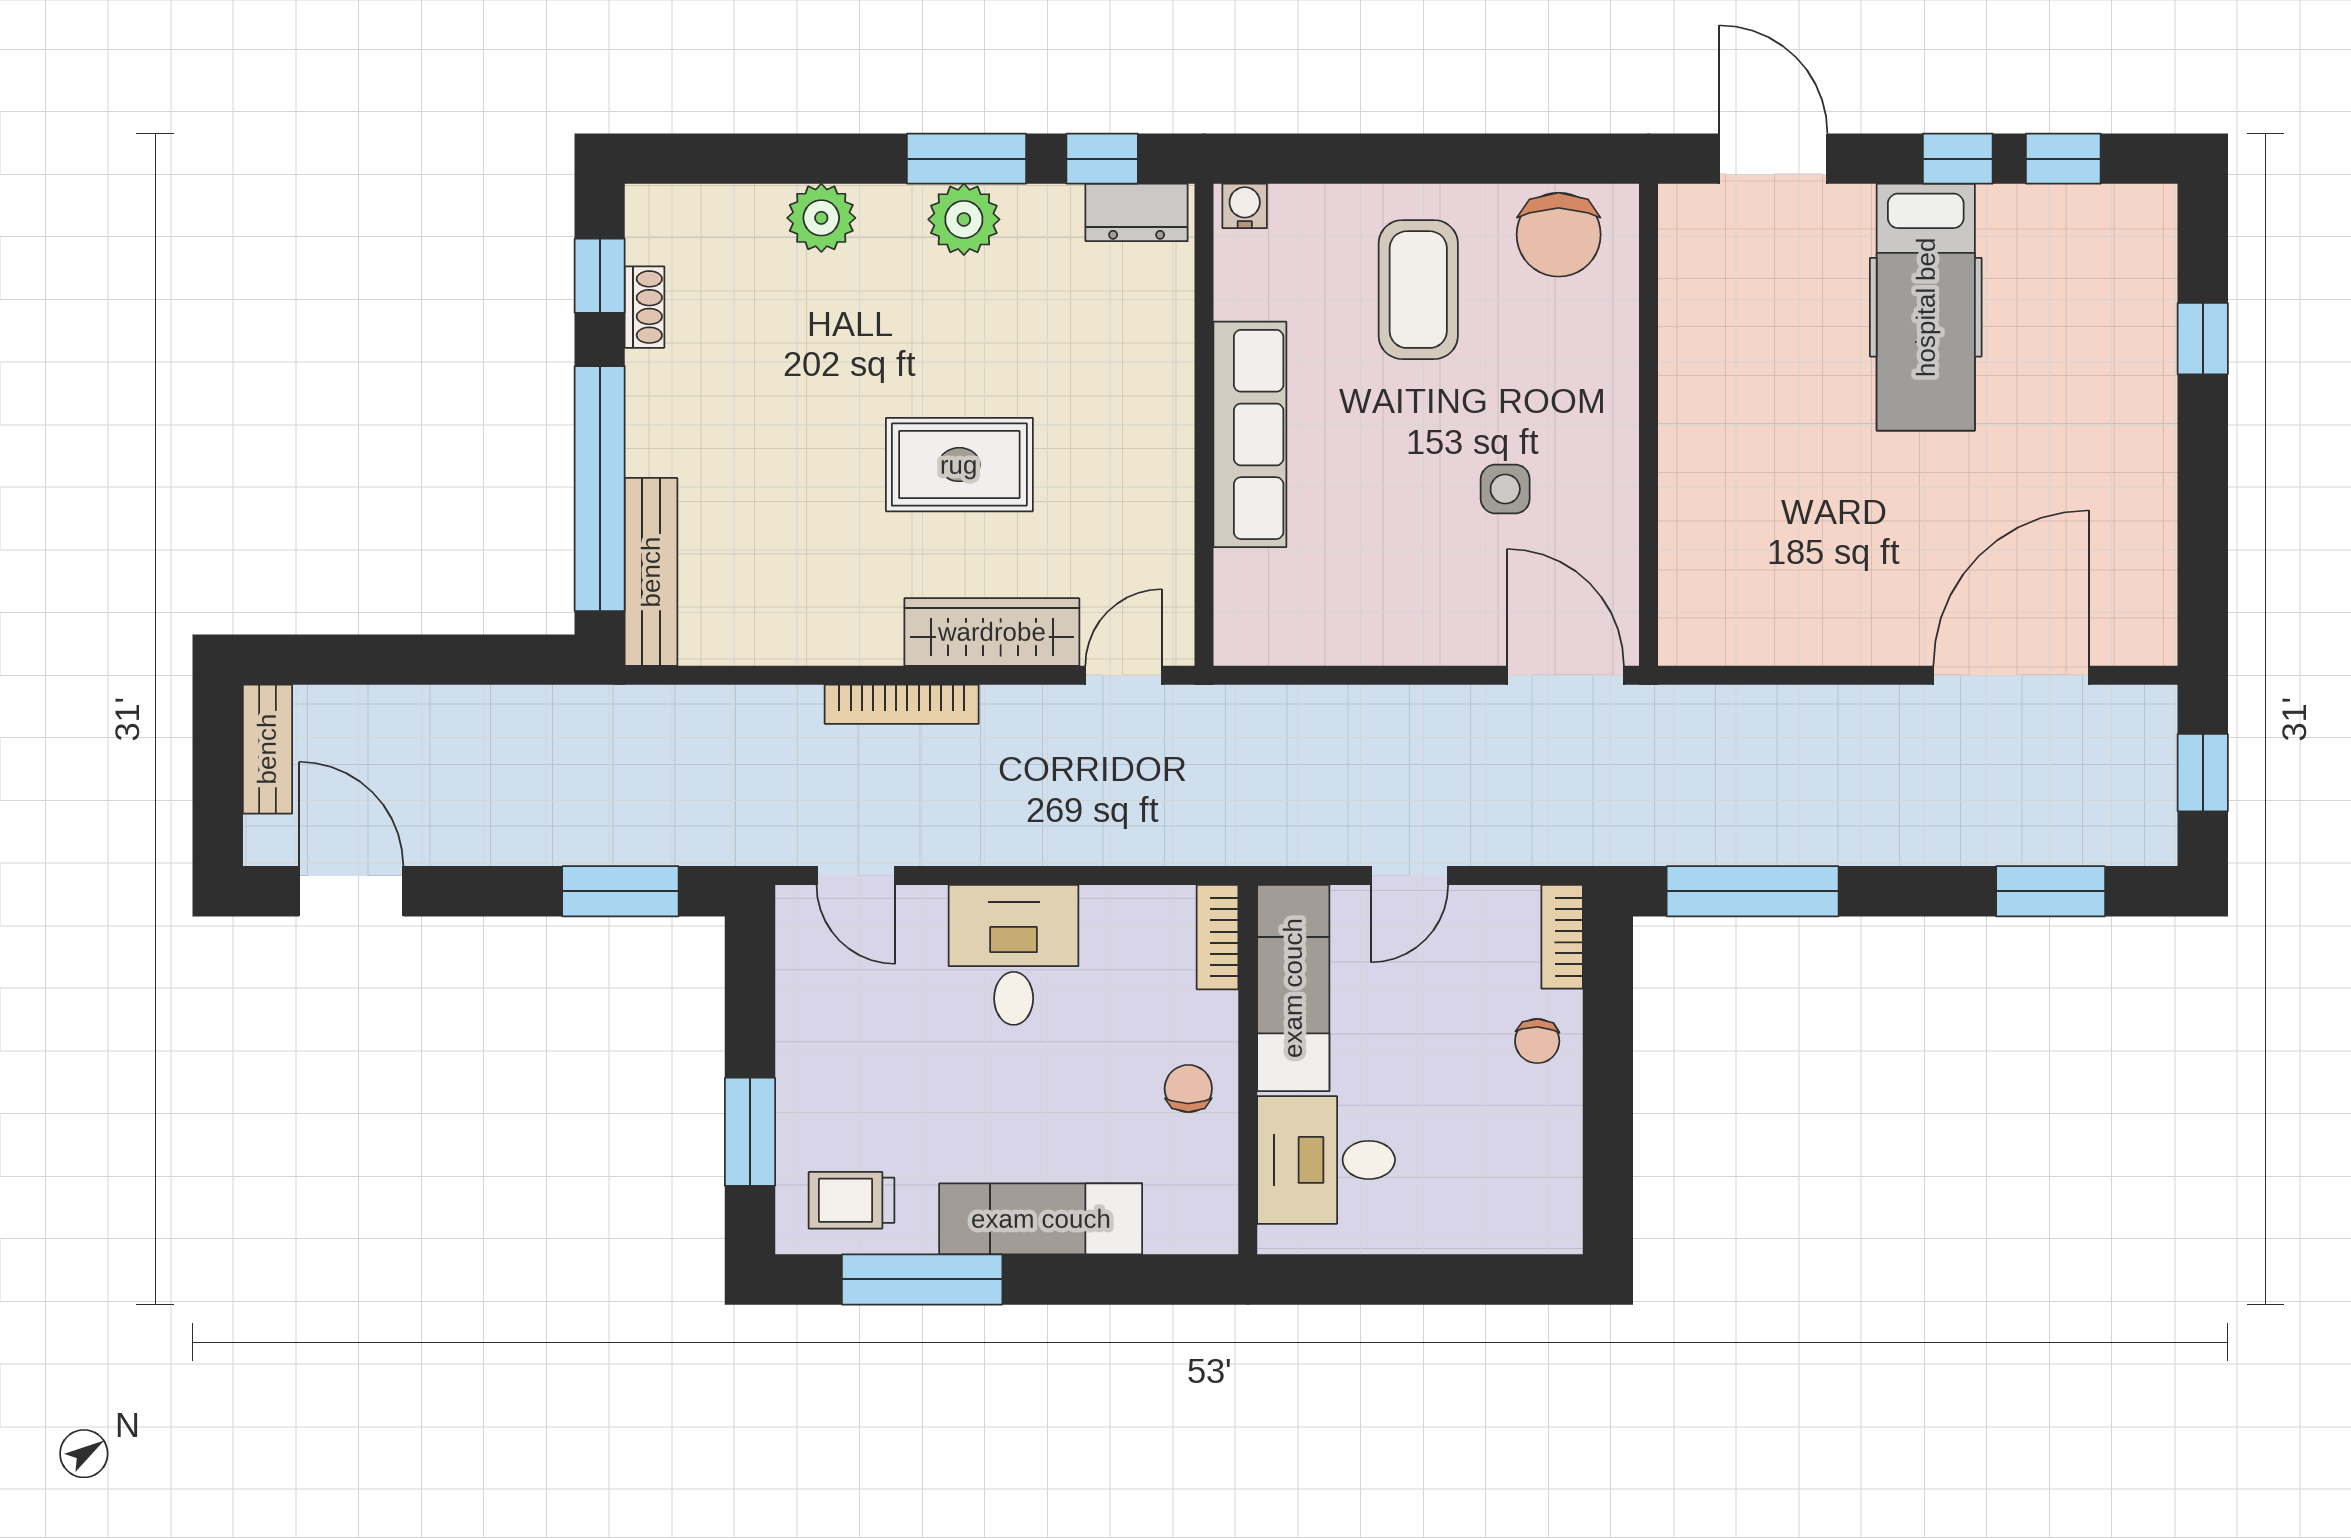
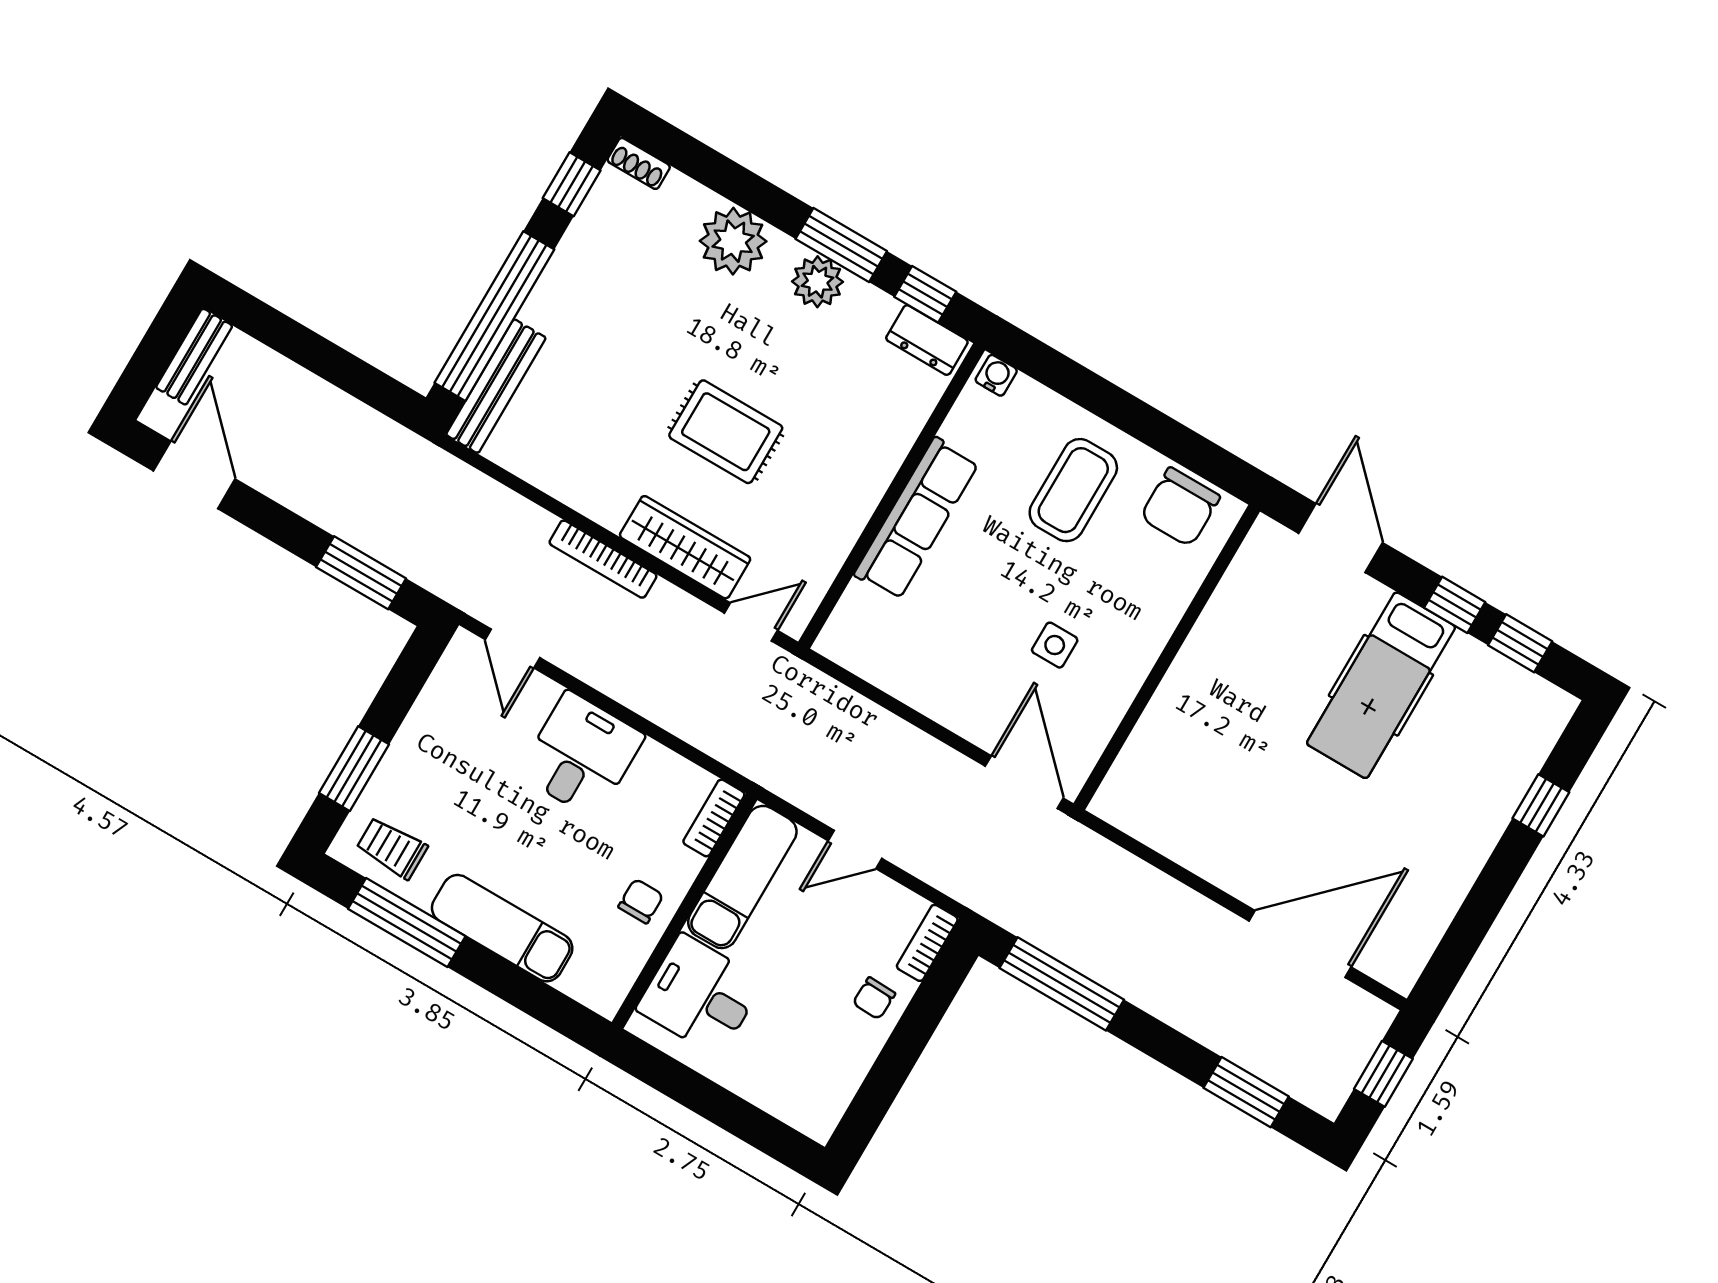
plant: (821, 218) -> (733, 241), width x1.36, depth x1.36
shoe rack: (645, 307) -> (639, 163), moved, turned 90

